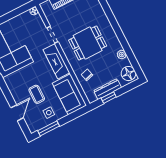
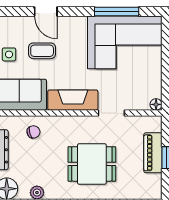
dining table: (88, 43) -> (92, 164), moved, turned 90
door: (17, 113) -> (46, 12), moved

